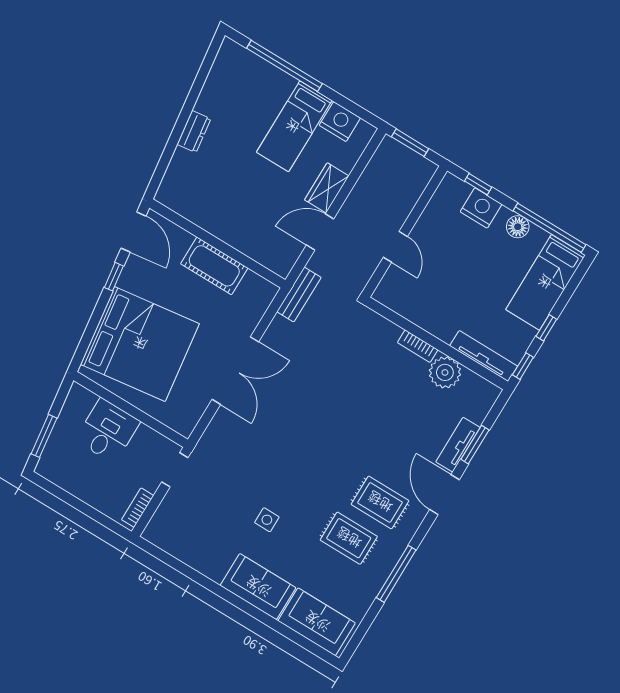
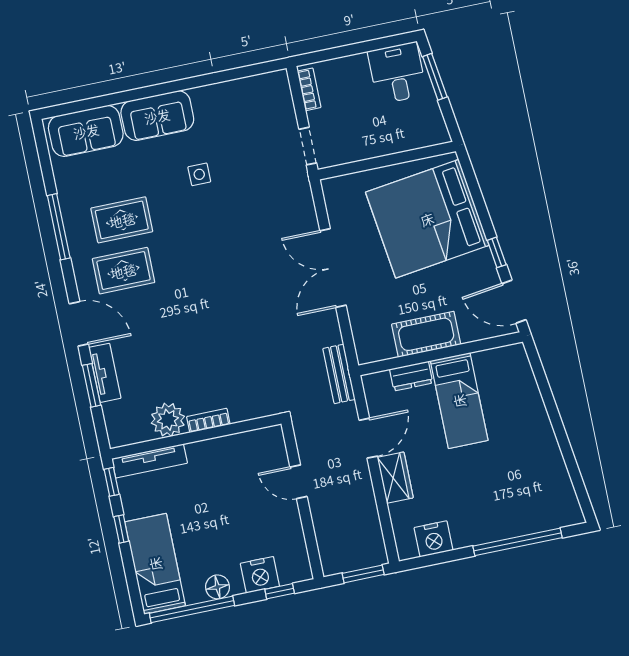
bed: (294, 126) -> (459, 401), moved, turned 180
dresser: (194, 132) -> (411, 376), moved, turned -82
desk: (108, 431) -> (397, 73), moved, turned 180

